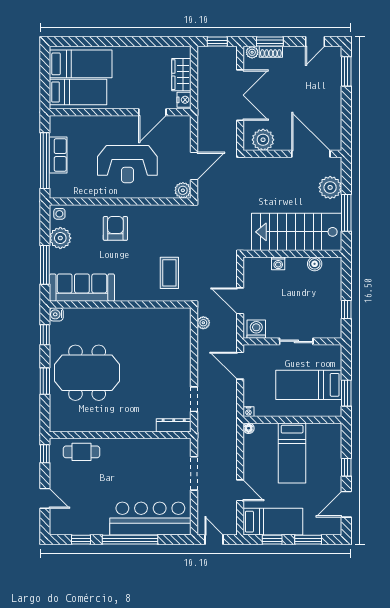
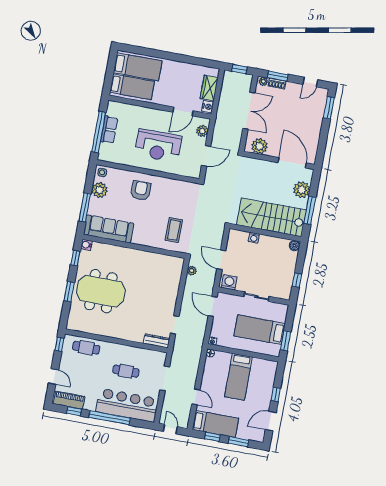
plant: (183, 190) -> (202, 131), moved
boiler: (315, 264) -> (295, 246), moved
cafe table: (140, 473) -> (126, 371), added
piano: (72, 526) -> (69, 400), added

